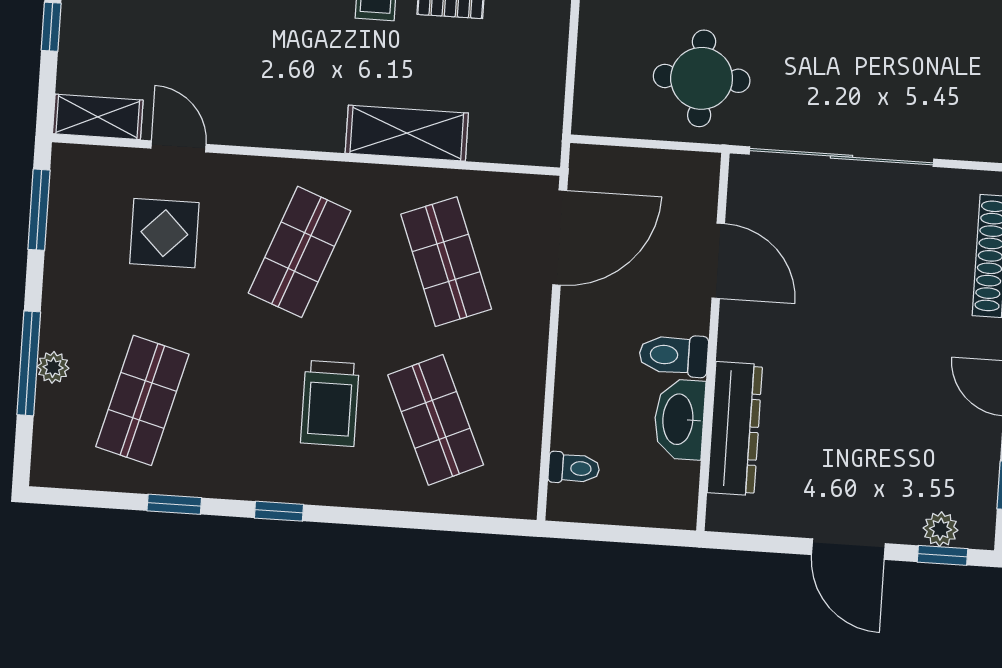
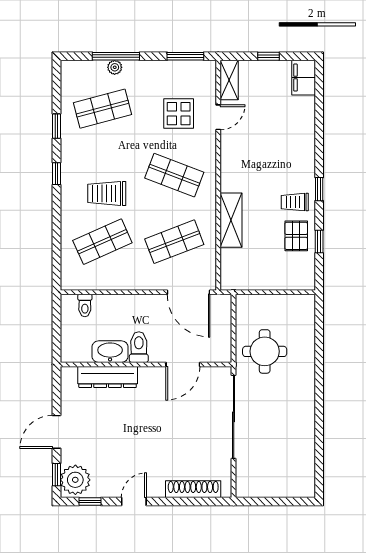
shop shelf: (142, 400) -> (102, 109), turned -30
plant: (941, 529) -> (75, 480), width x1.87, depth x1.87

